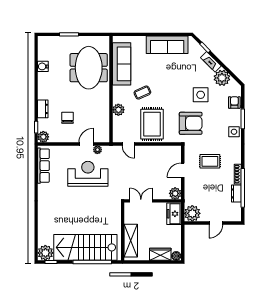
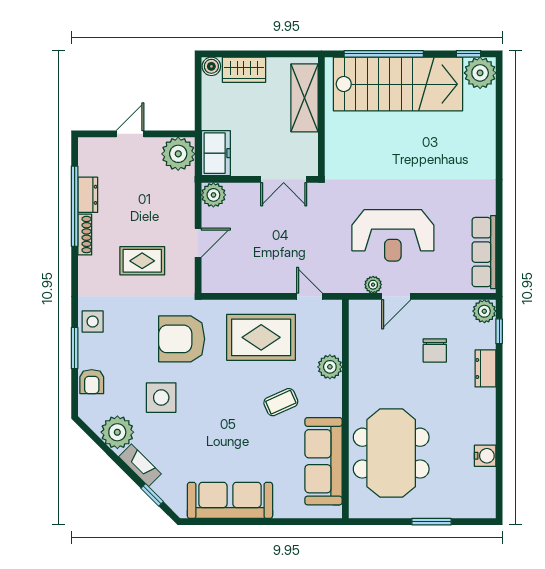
rug: (152, 124) -> (261, 337), turned 90

